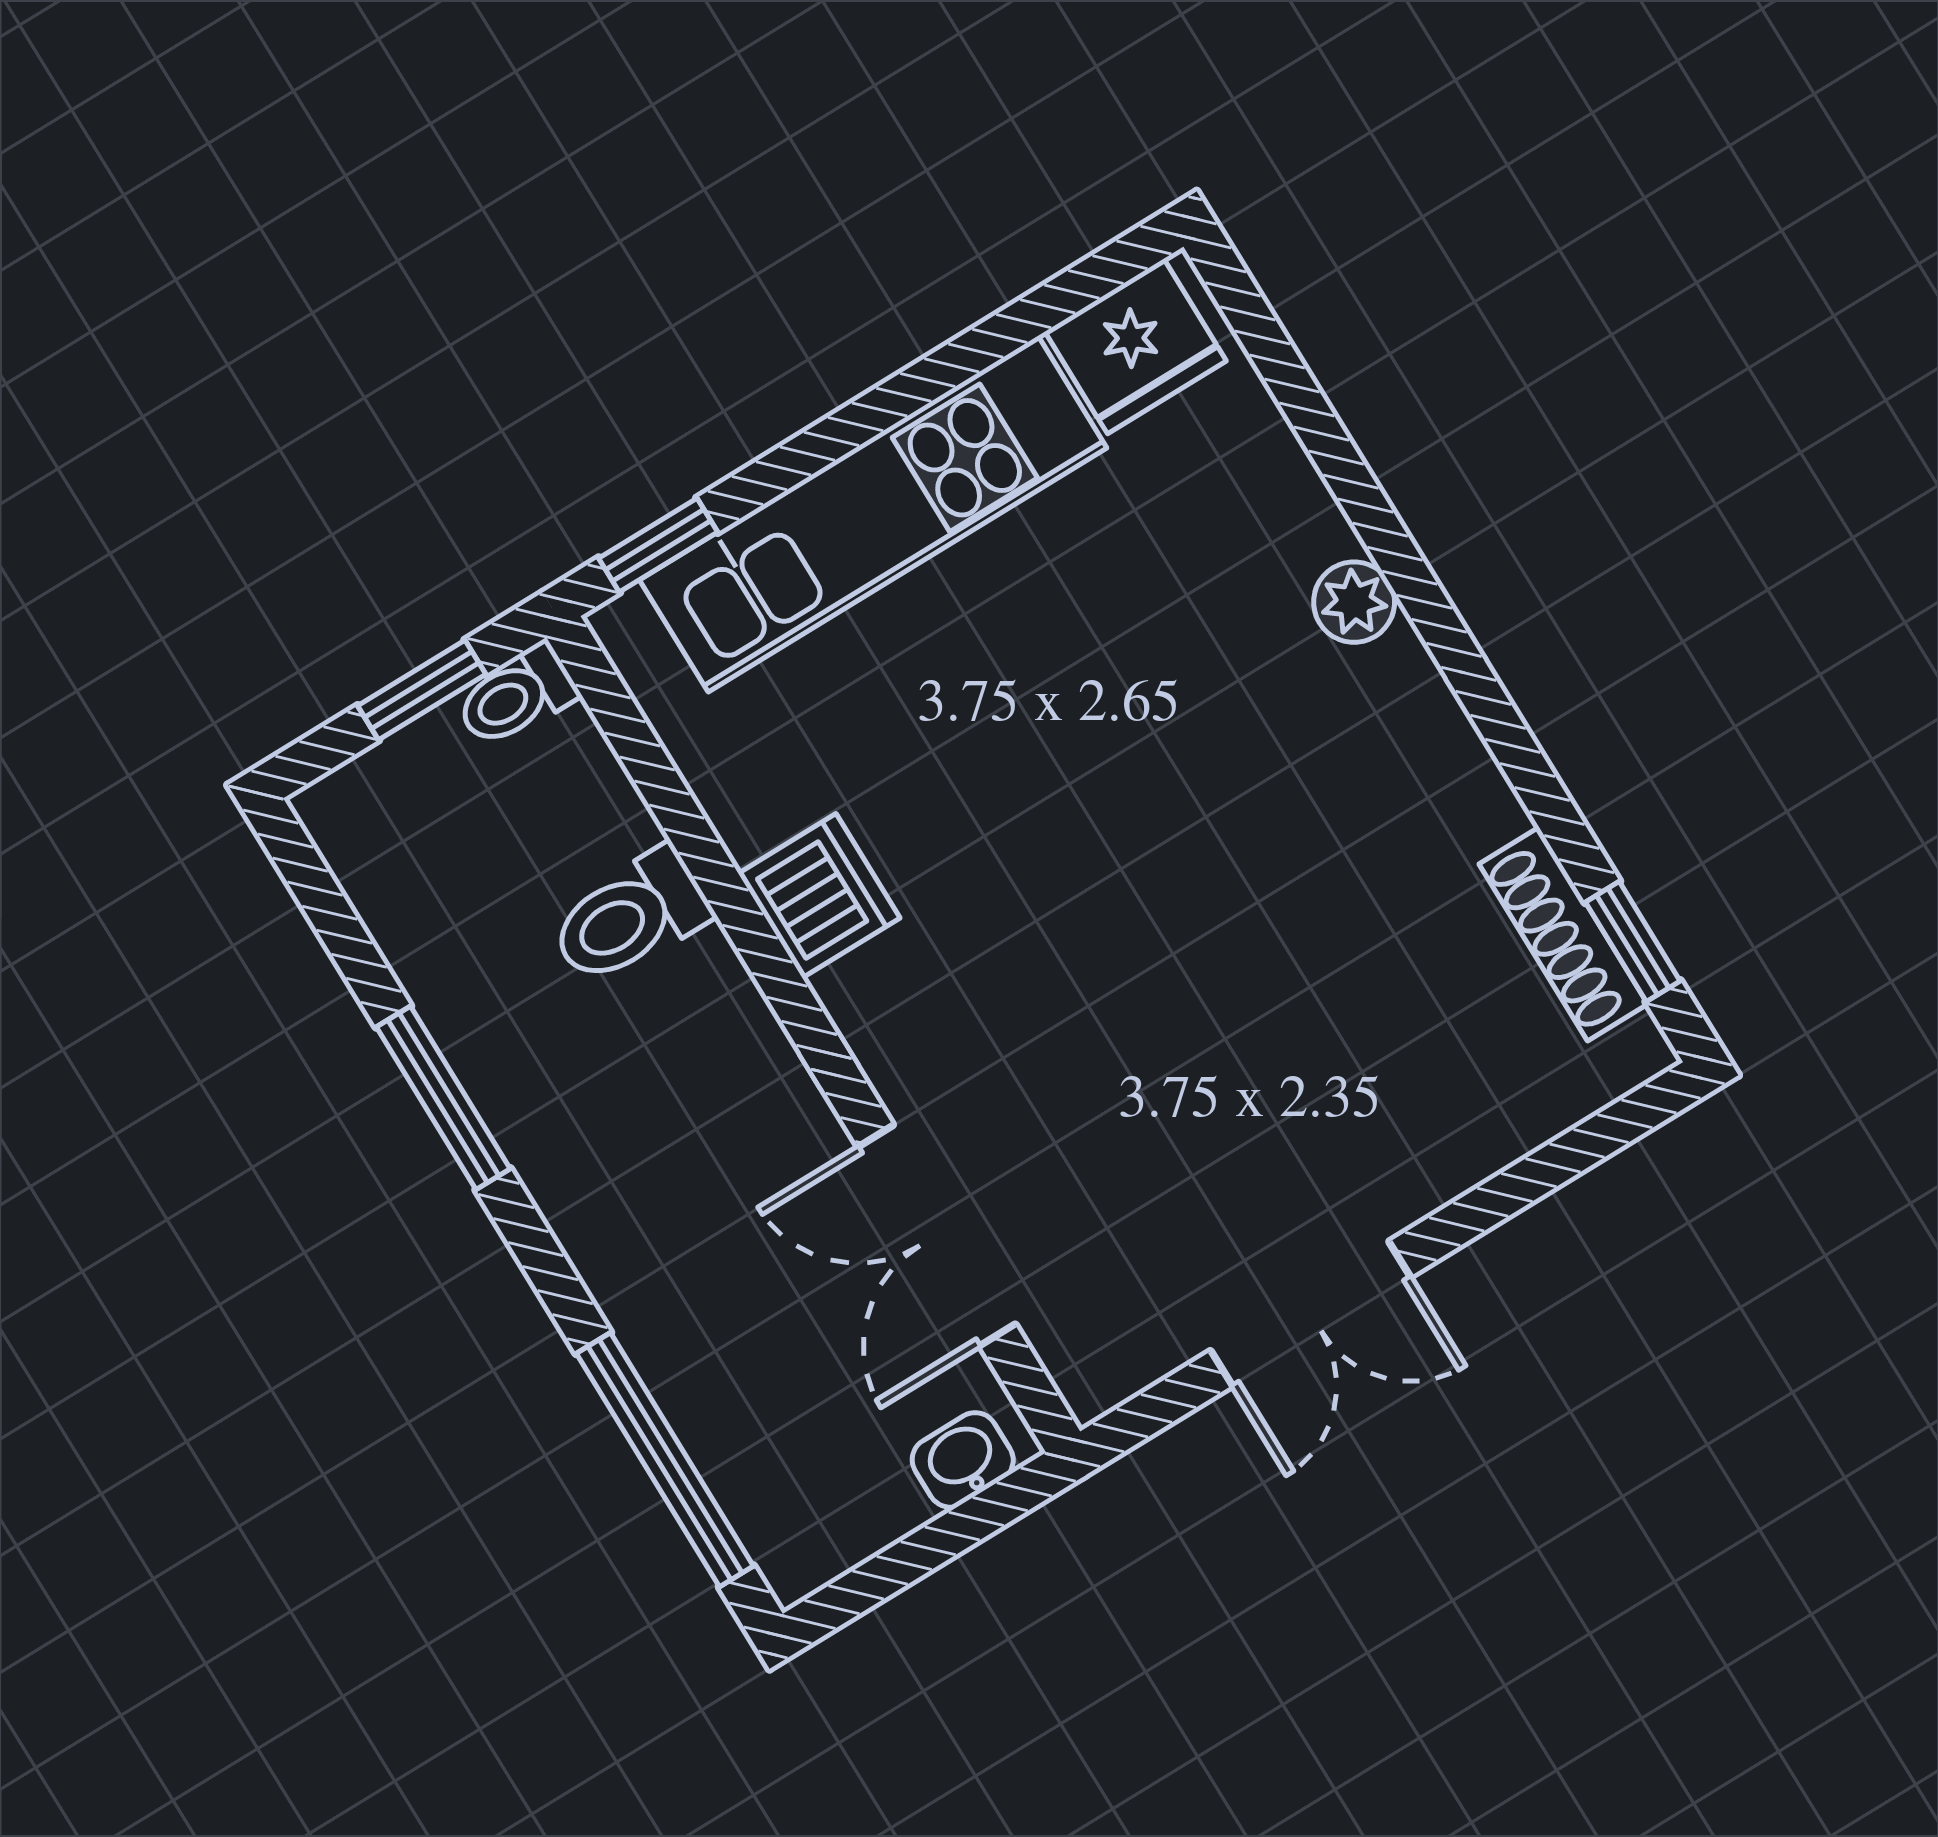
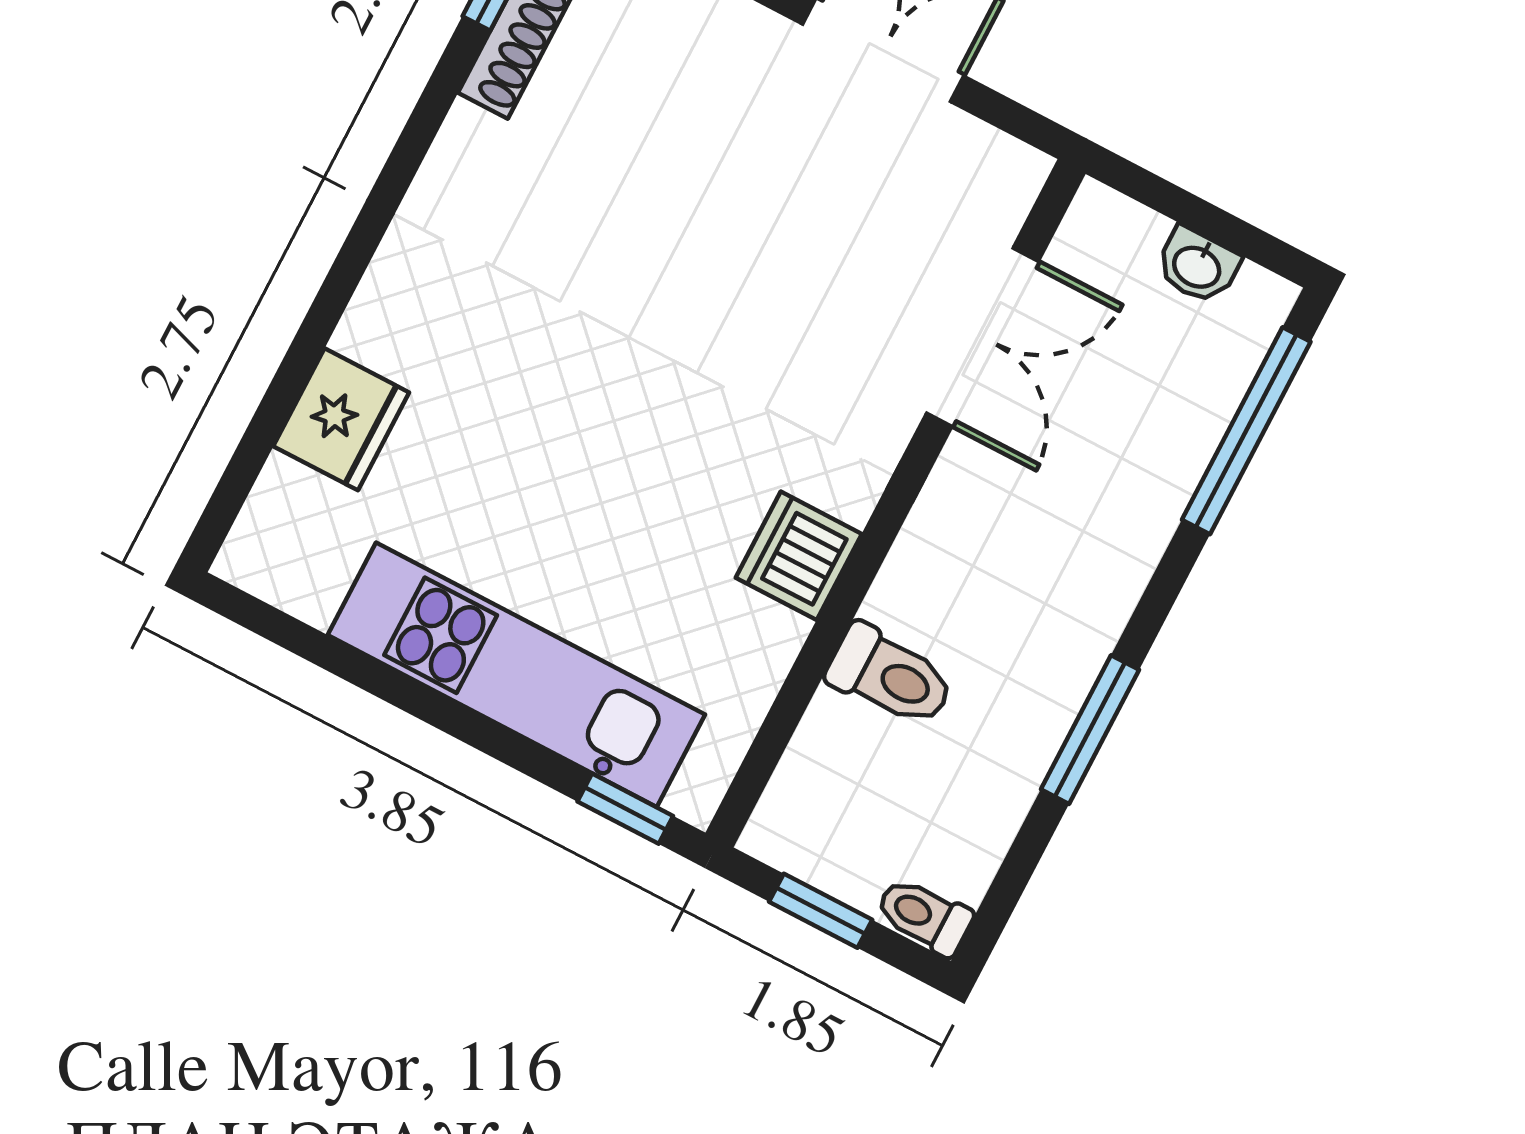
fridge: (1136, 346) -> (341, 419), moved, turned 90
plant: (1354, 602) -> (380, 311), removed
toilet: (516, 696) -> (924, 916), moved, turned 180
washbasin: (963, 1460) -> (1197, 266), moved

